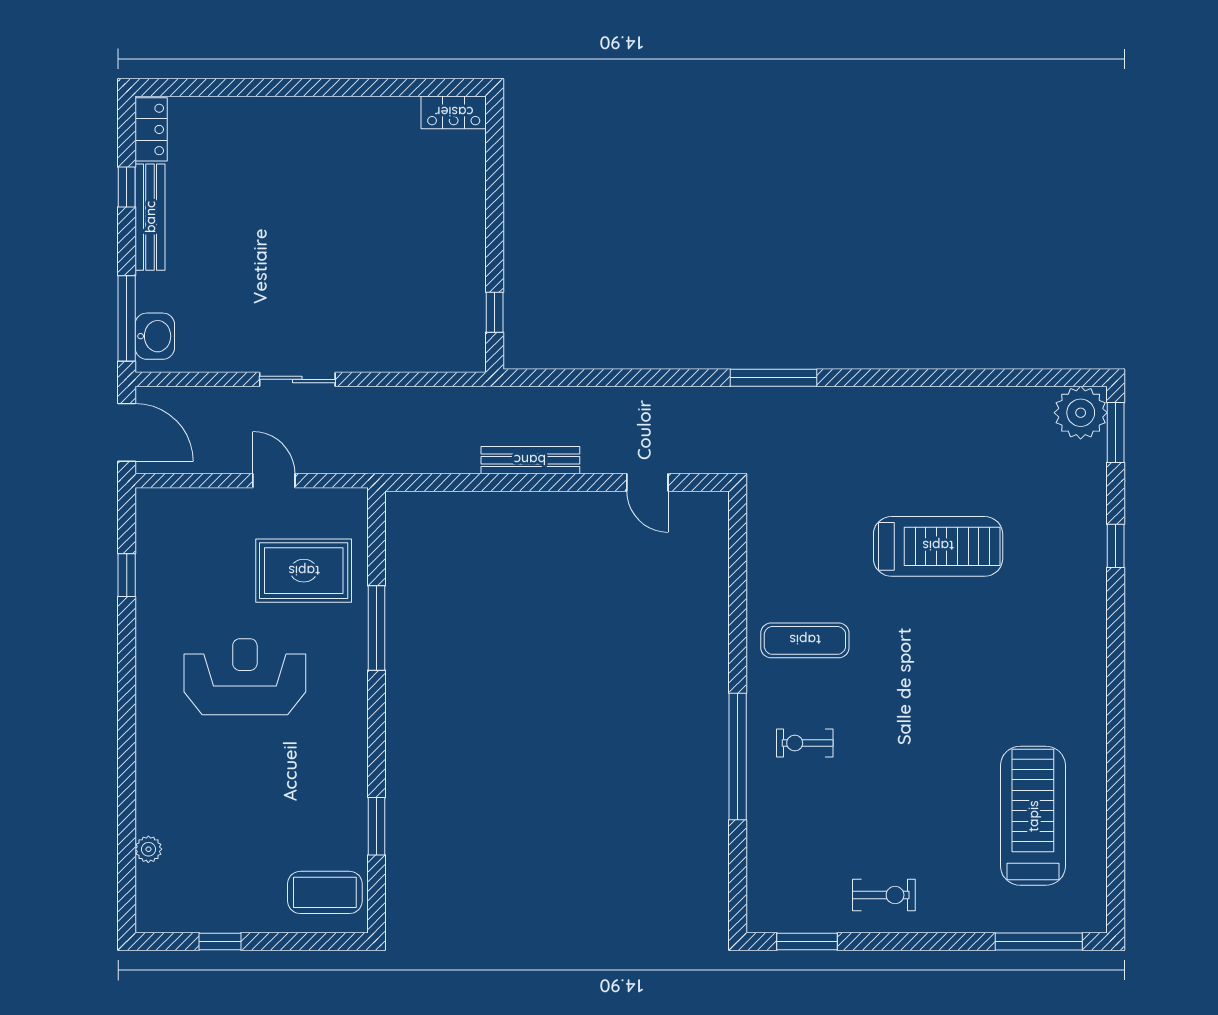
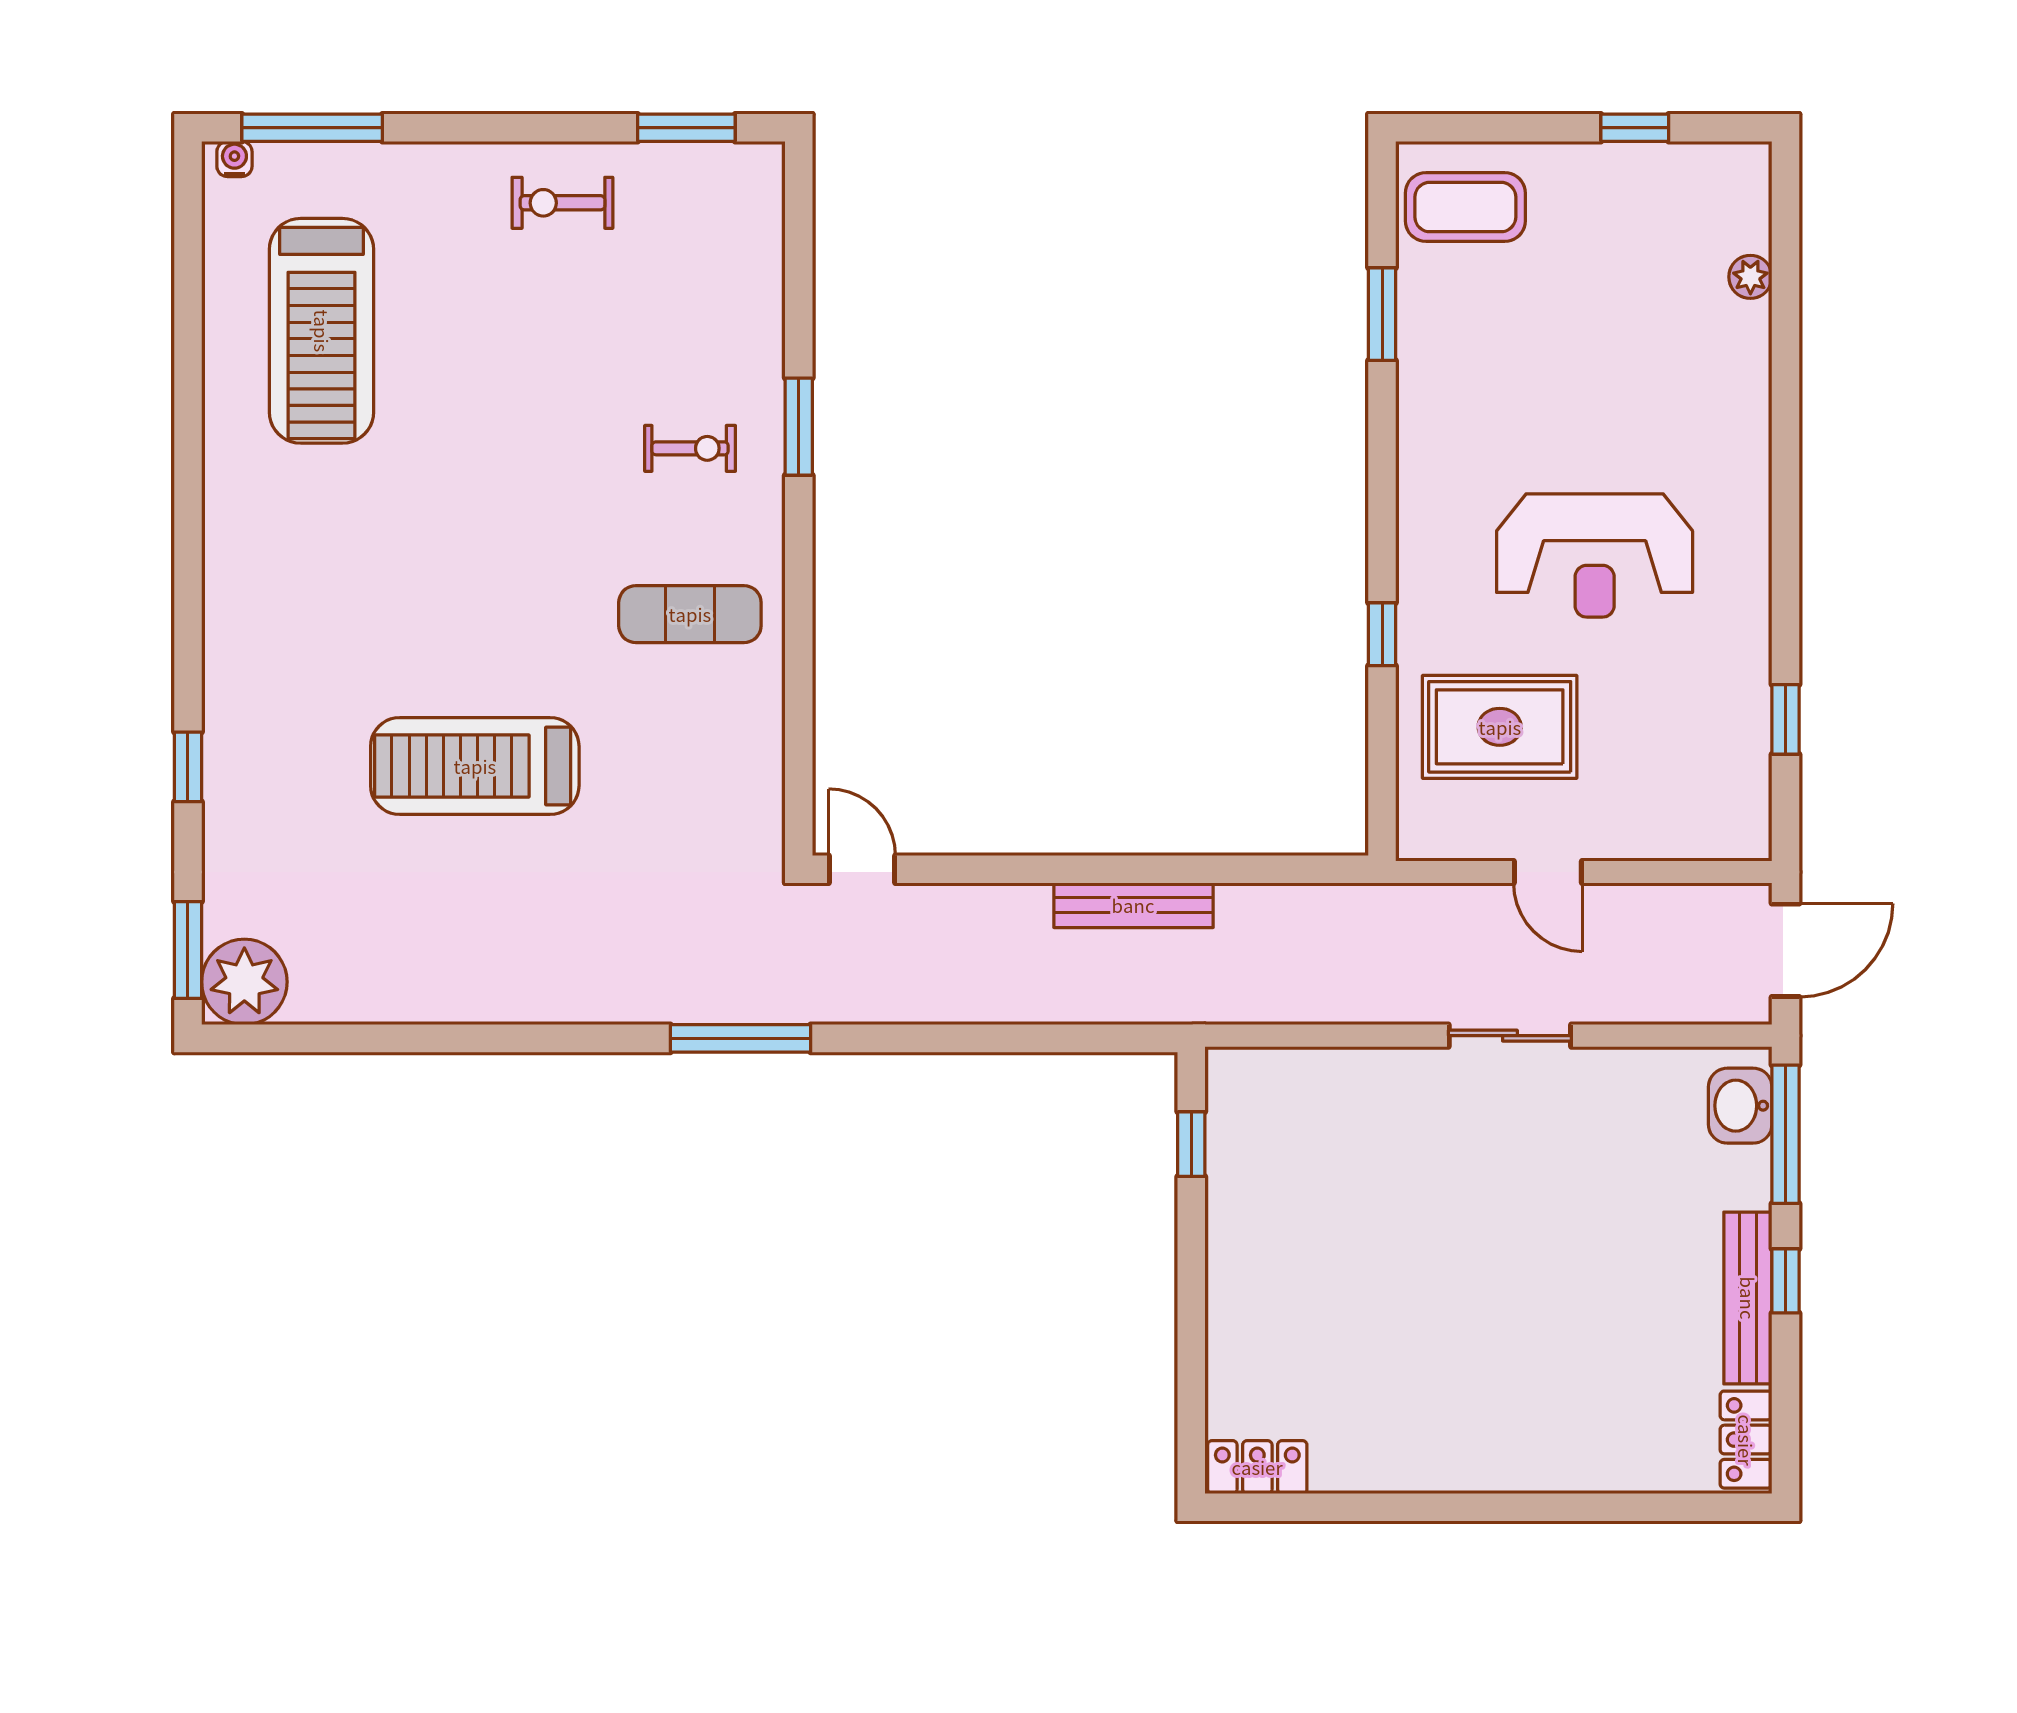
window: (127, 187) -> (1786, 1281), moved
door: (127, 432) -> (1786, 950), swing flipped
door: (647, 482) -> (862, 869), moved
window: (376, 628) -> (1382, 634), width x0.46
window: (738, 756) -> (799, 427), width x0.47
water cooler: (1087, 922) -> (234, 159), added

